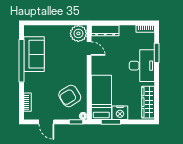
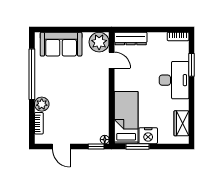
sofa: (34, 54) -> (61, 44), moved, turned 90
plant: (30, 86) -> (42, 104), added
armchair: (70, 96) -> (89, 116), removed
wardrobe: (148, 102) -> (181, 123), width x0.67

